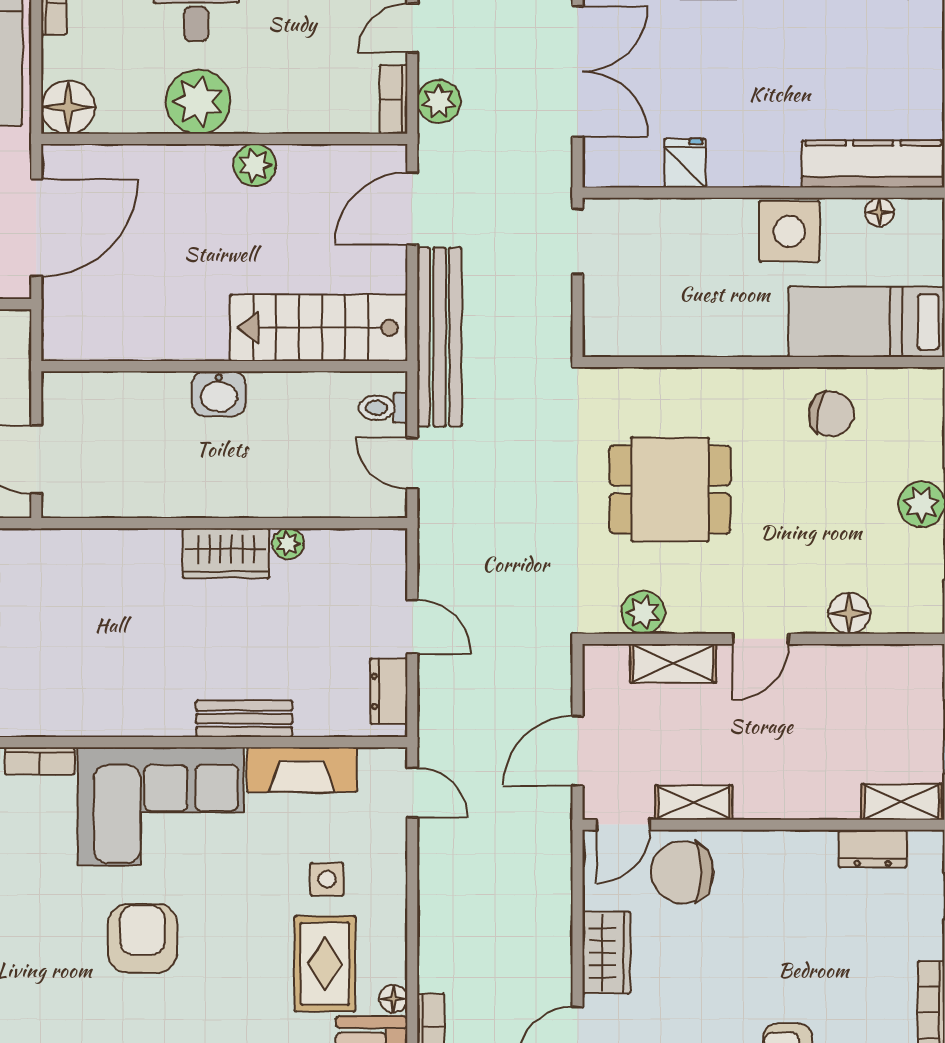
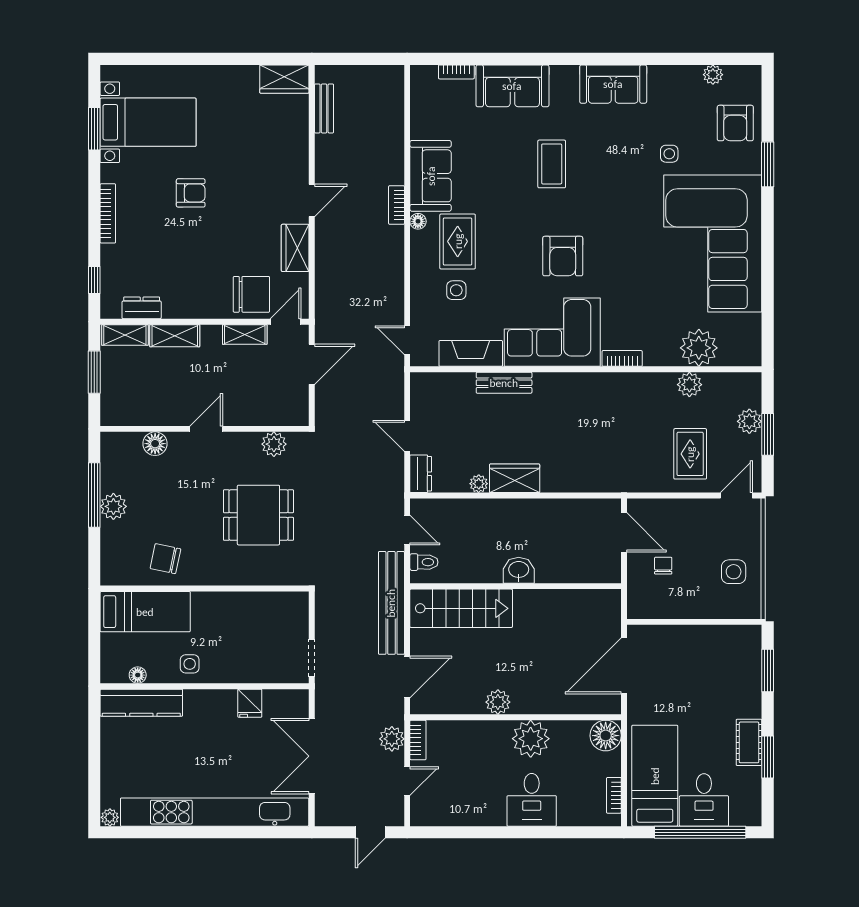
side table: (789, 231) -> (190, 664), width x0.54, depth x0.54
shelving: (673, 663) -> (175, 336), moved
dresser: (389, 691) -> (421, 474), moved

